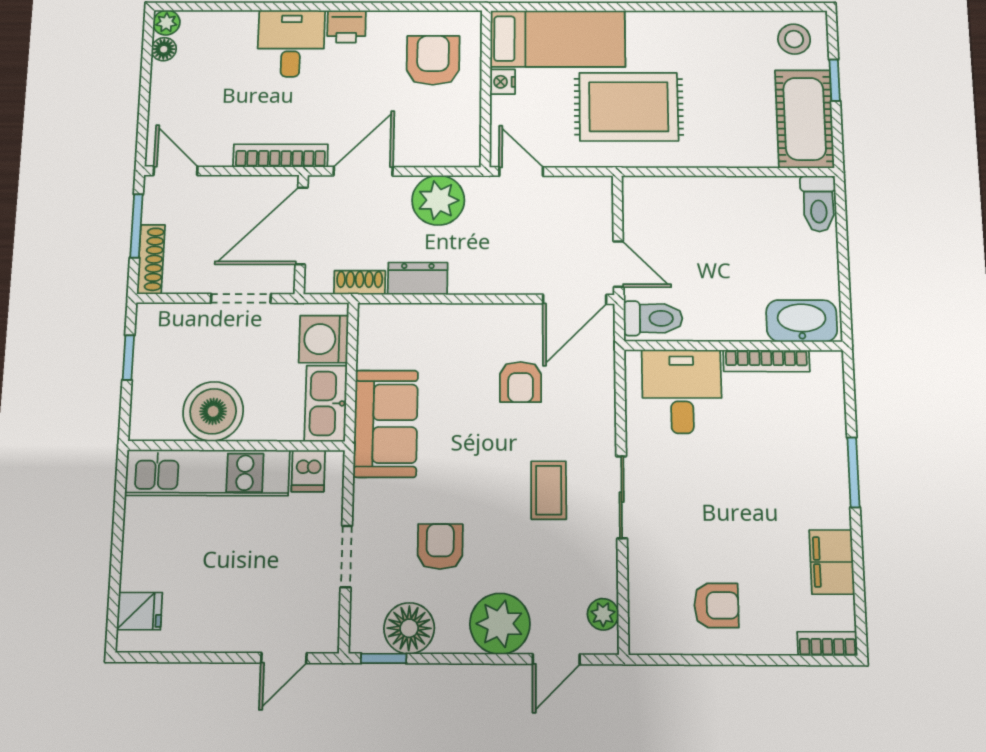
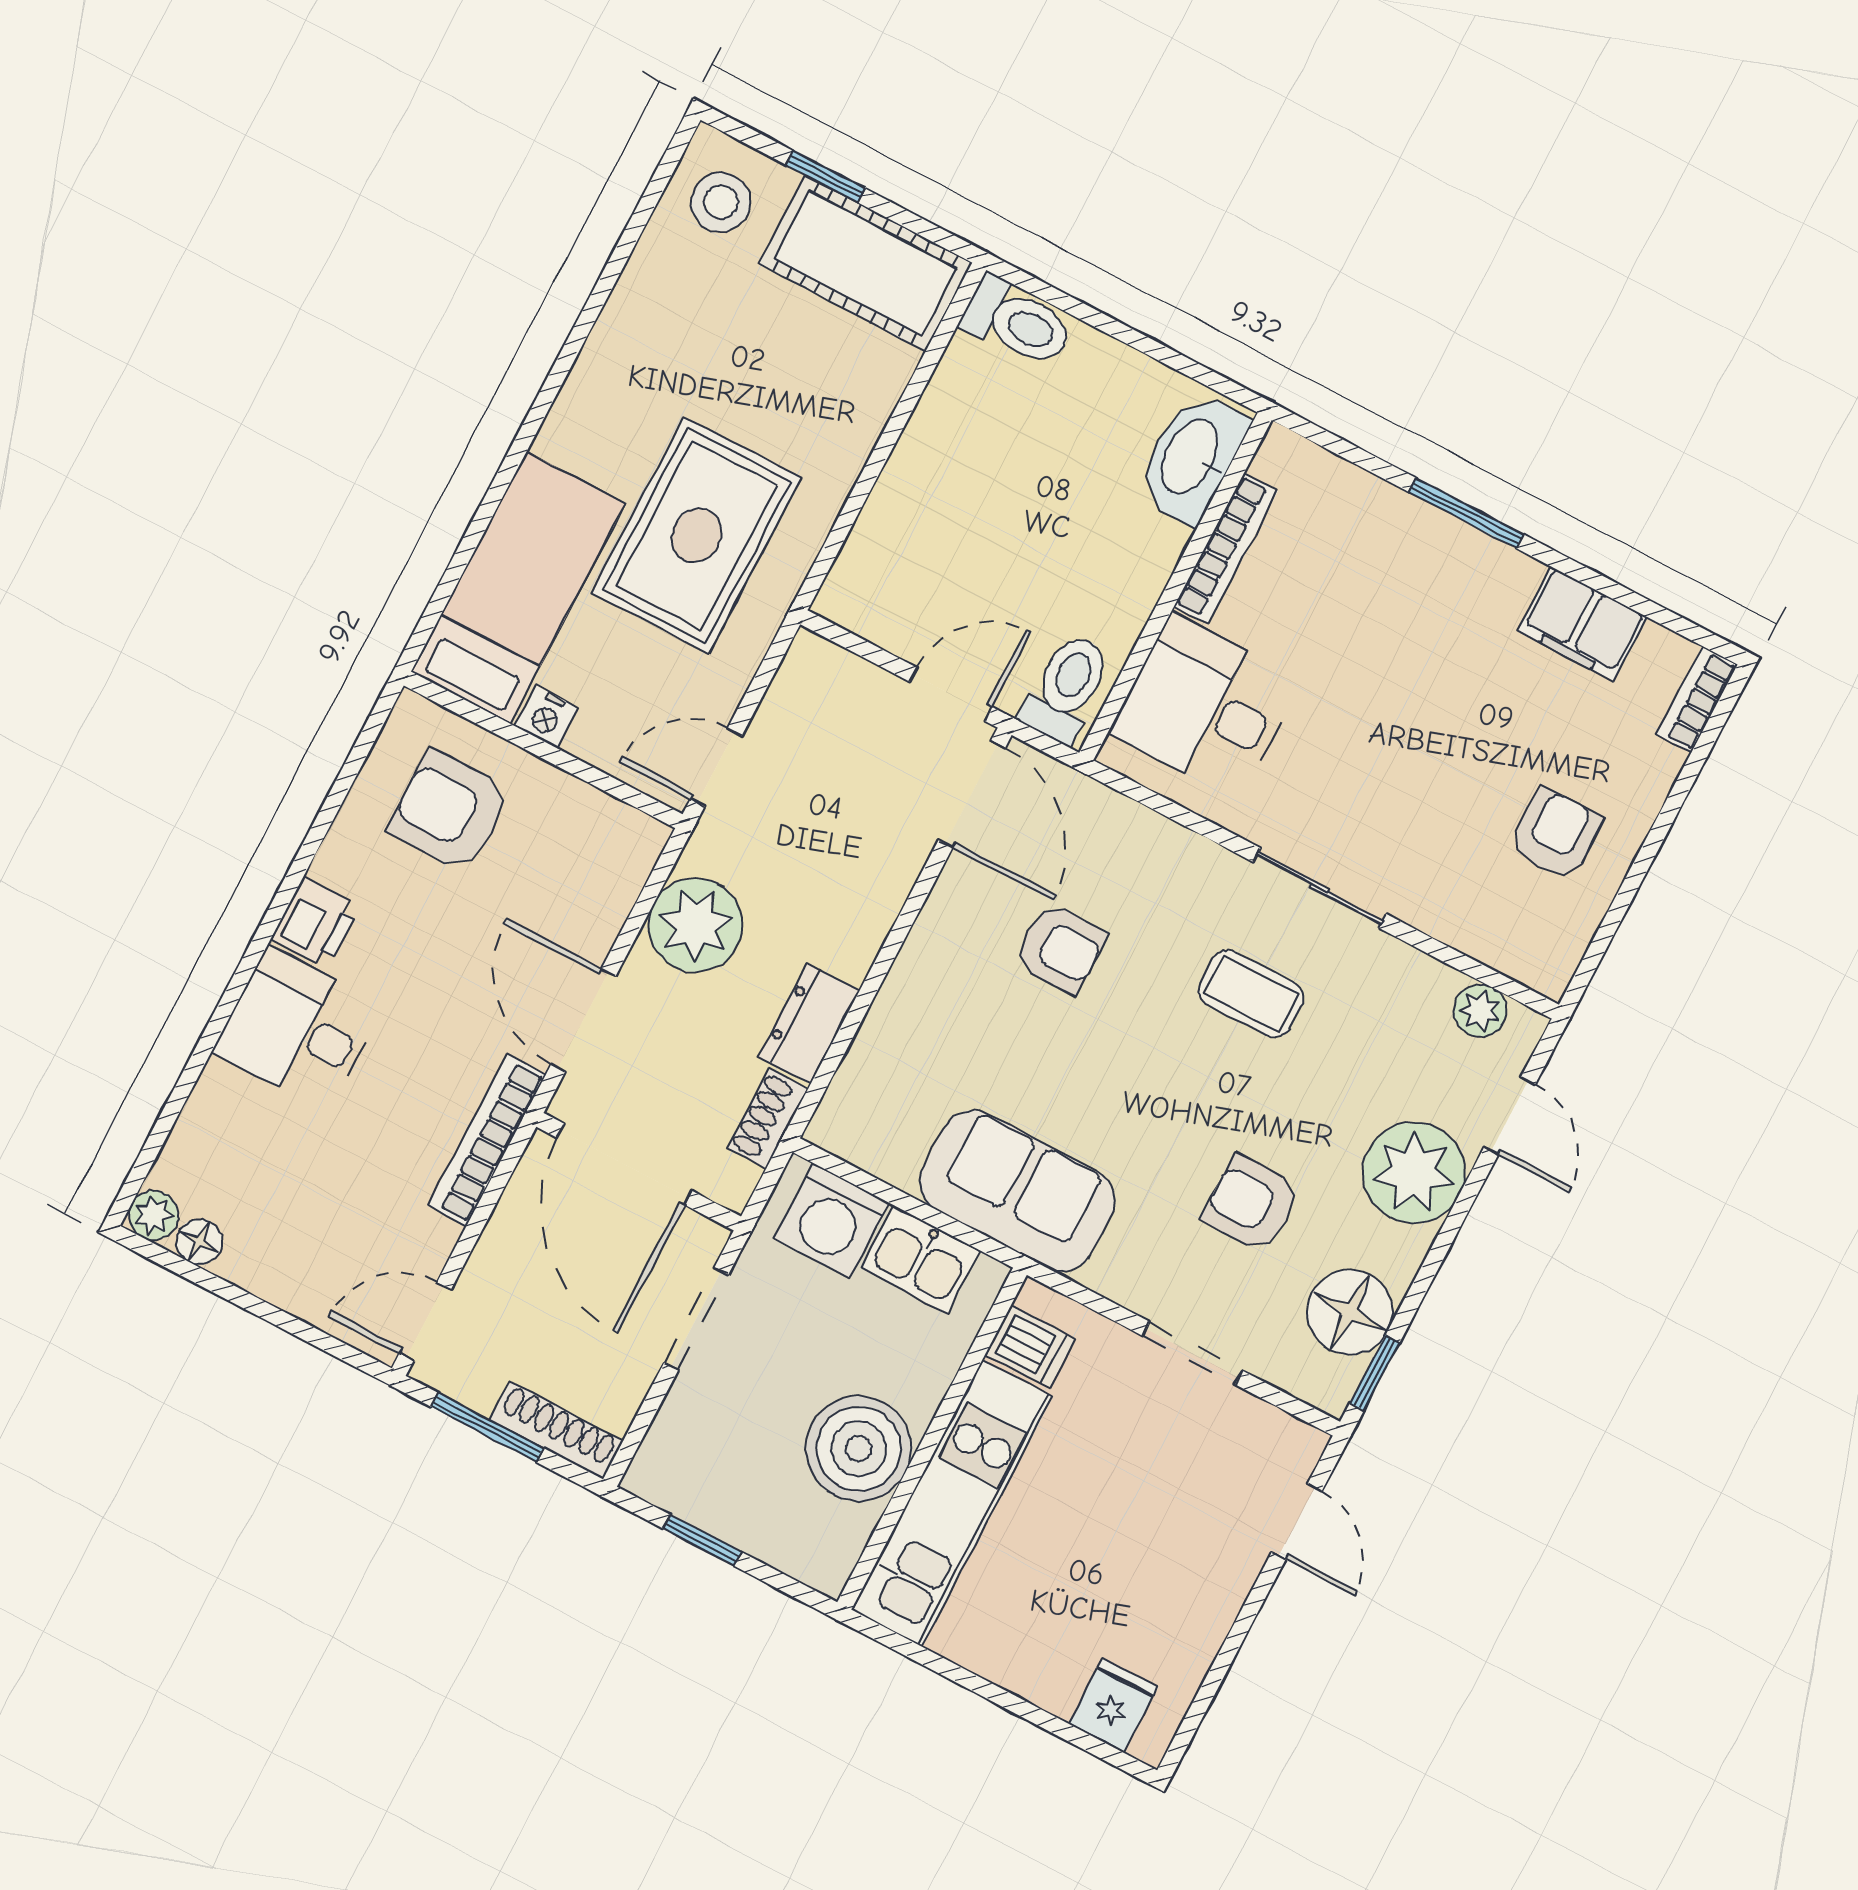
kitchen sink: (326, 403) -> (921, 1259), width x0.73

